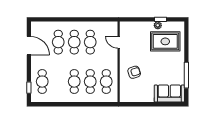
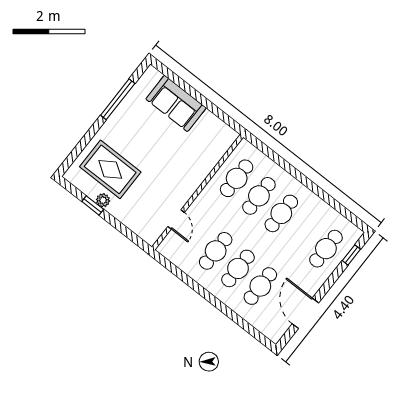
armchair: (134, 72) -> (187, 161), removed
sofa: (169, 94) -> (176, 103), moved

